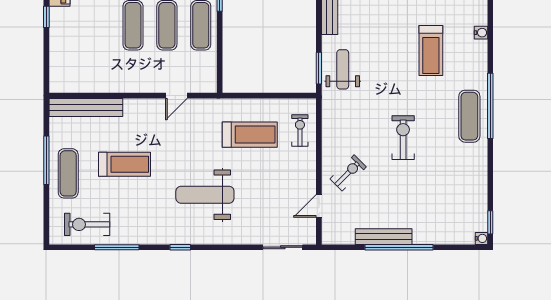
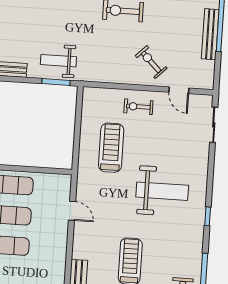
exercise bike: (300, 131) -> (138, 107), moved
weight bench: (205, 195) -> (162, 191), turned -90

